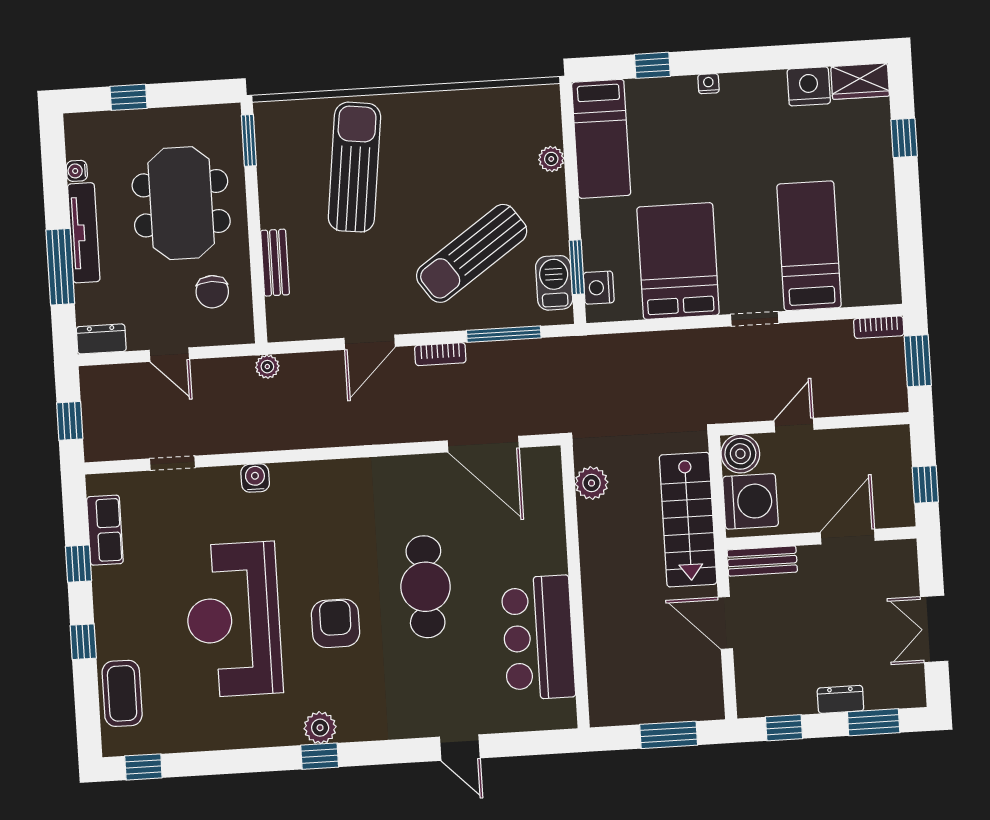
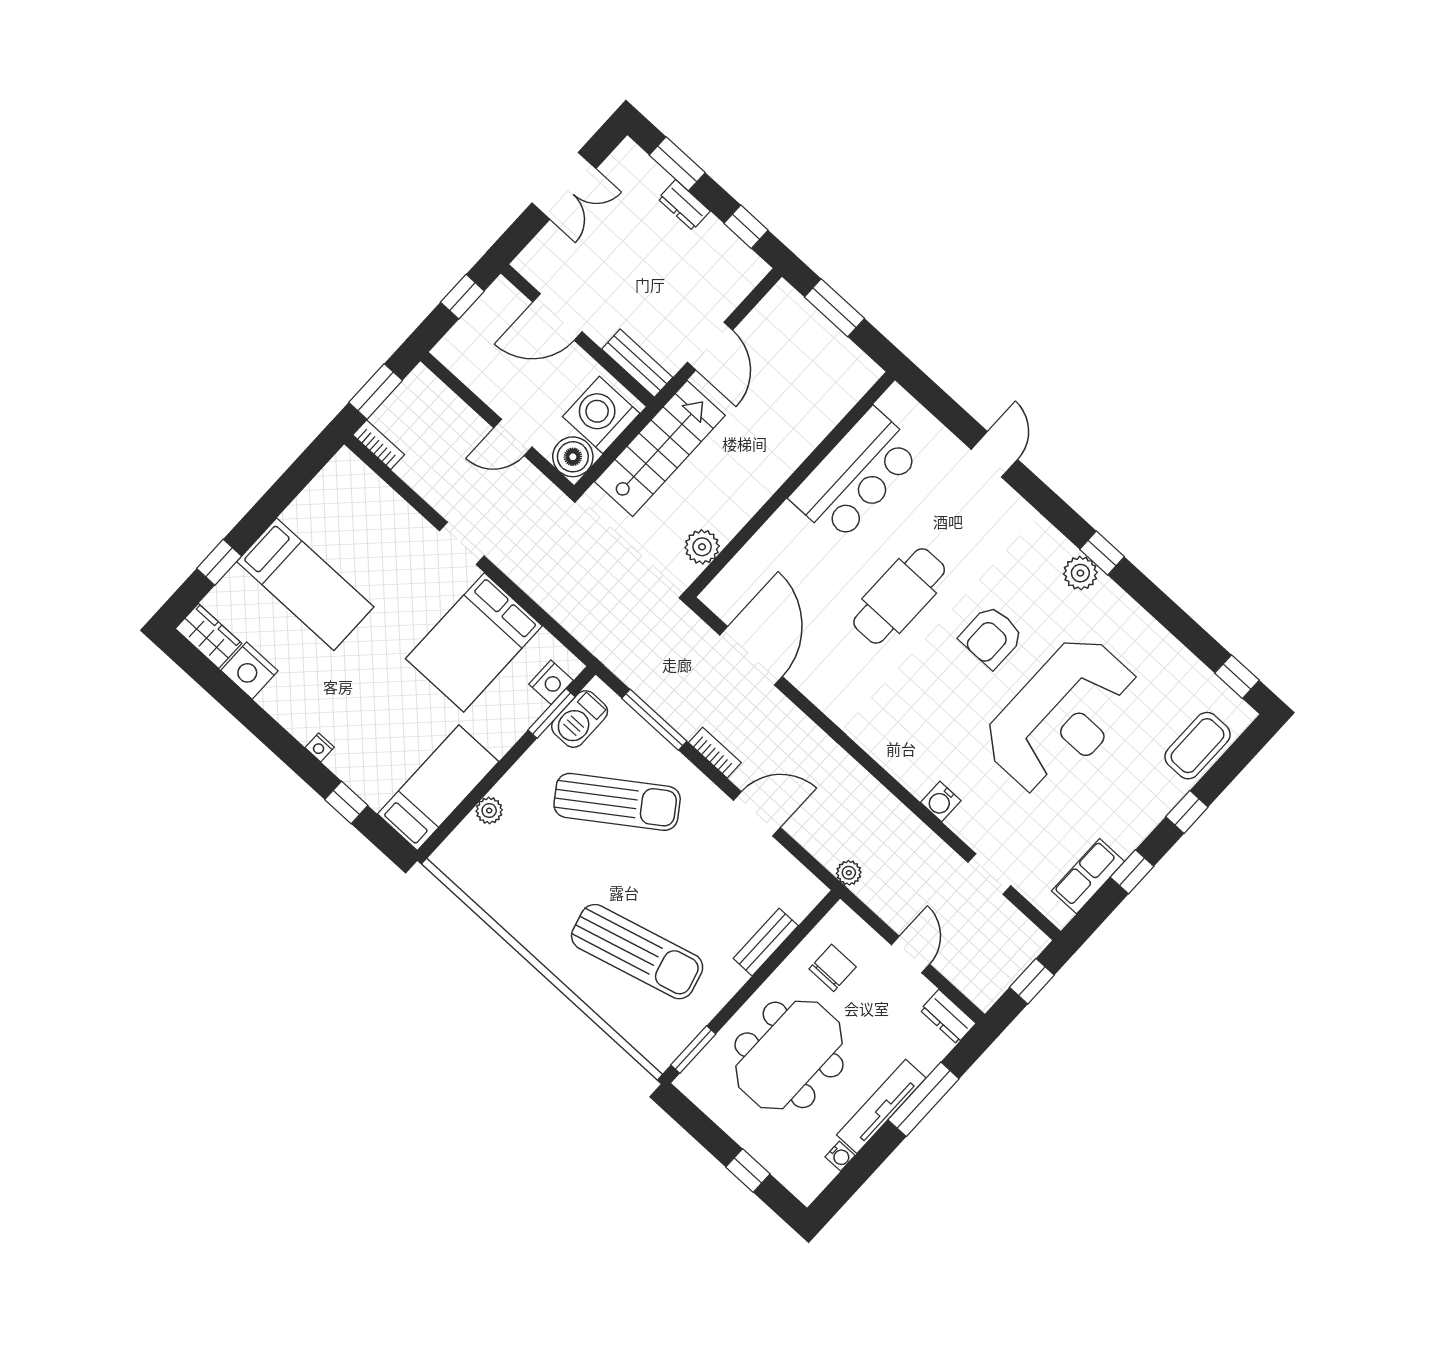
sun lounger: (354, 167) -> (637, 952), turned -112
bed: (809, 246) -> (305, 584), moved, turned -90

